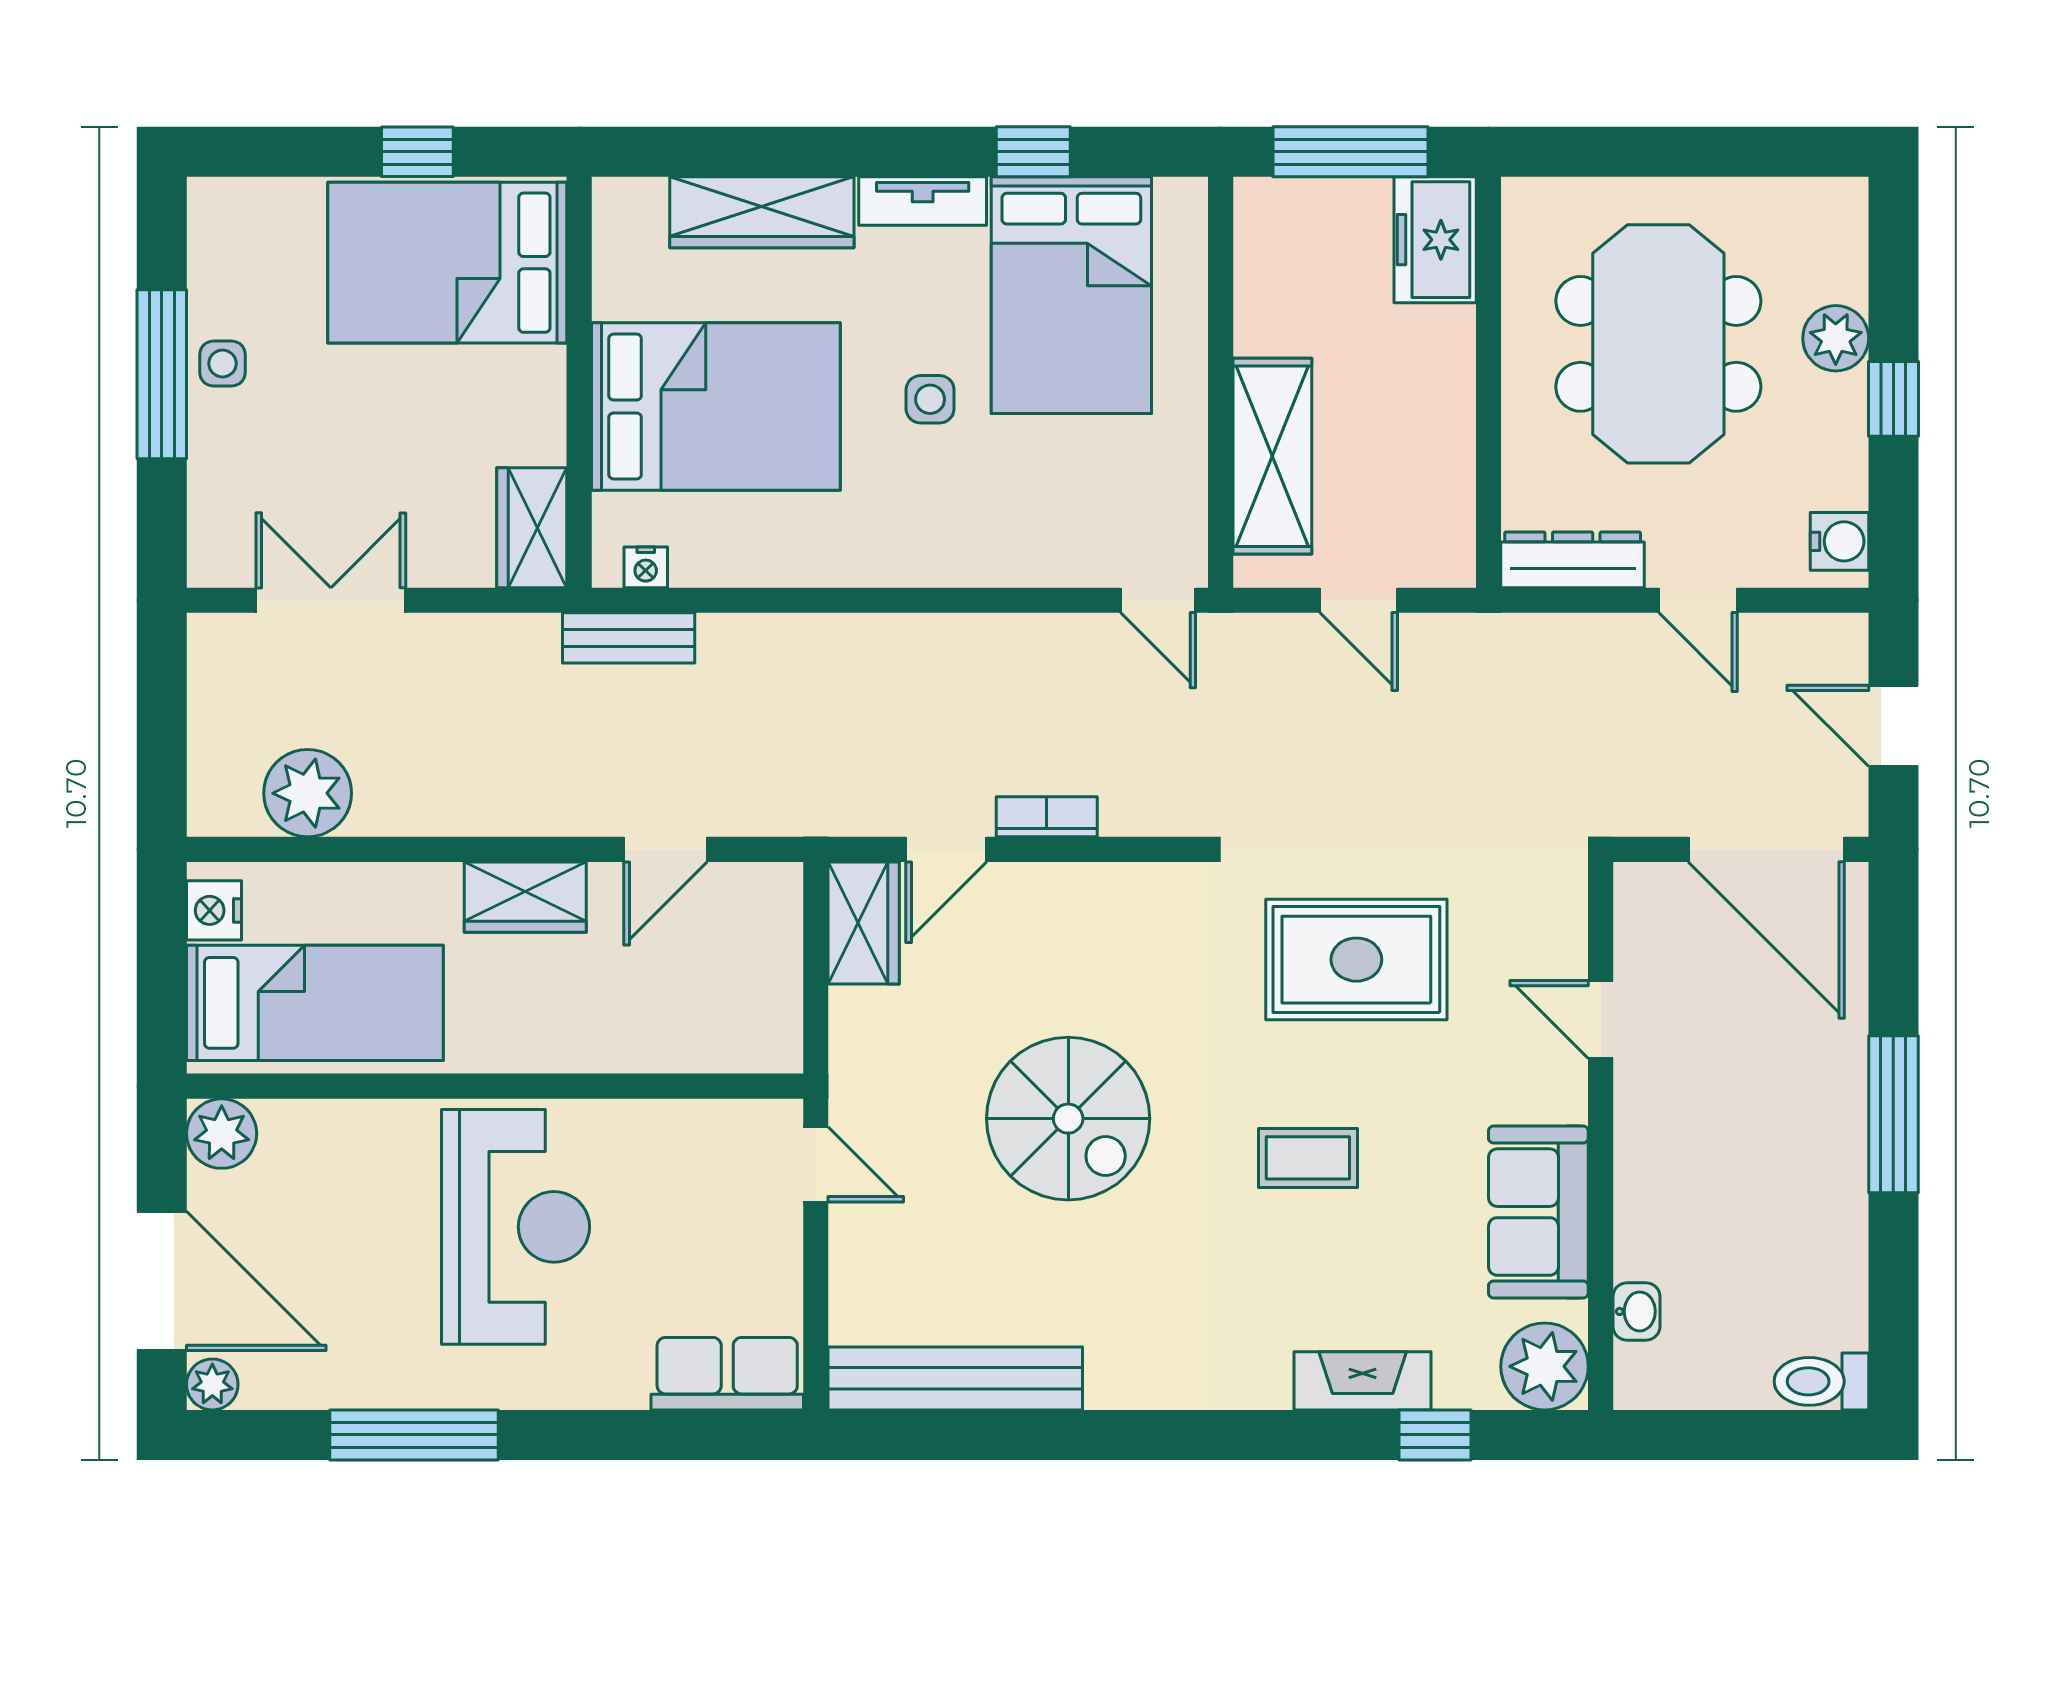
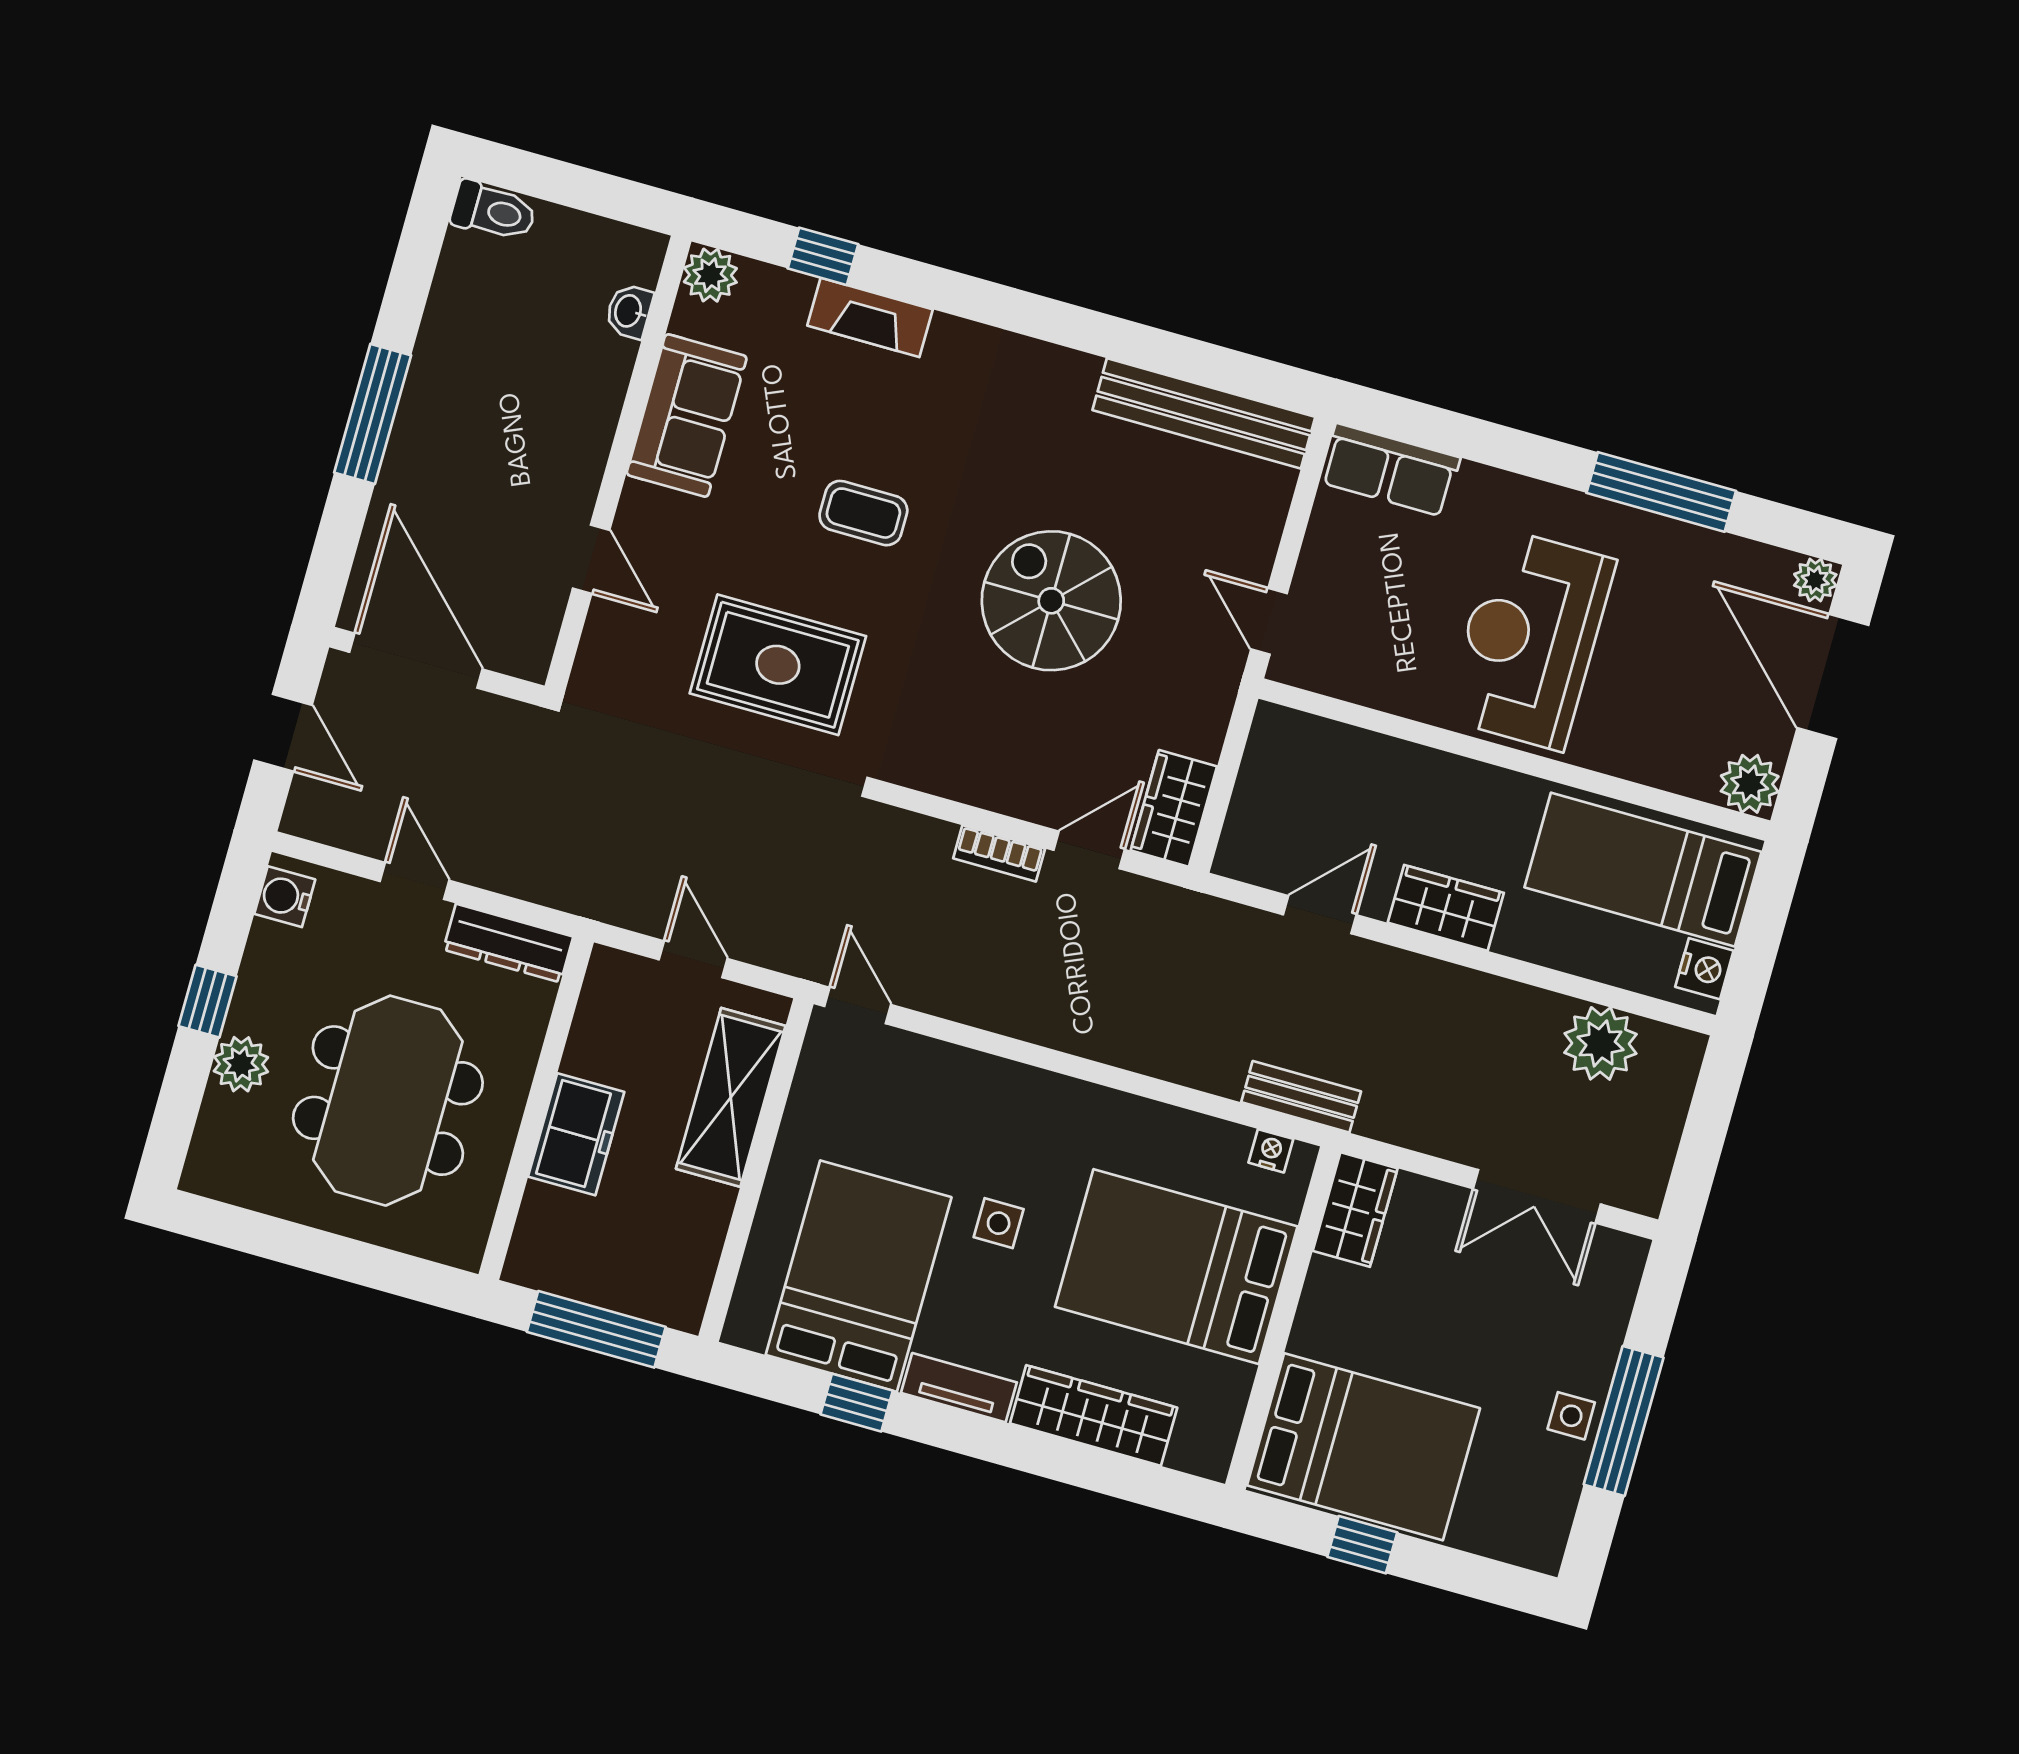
freezer: (1435, 240) -> (576, 1134), moved
plant: (1545, 1366) -> (710, 275), width x0.73, depth x0.73

